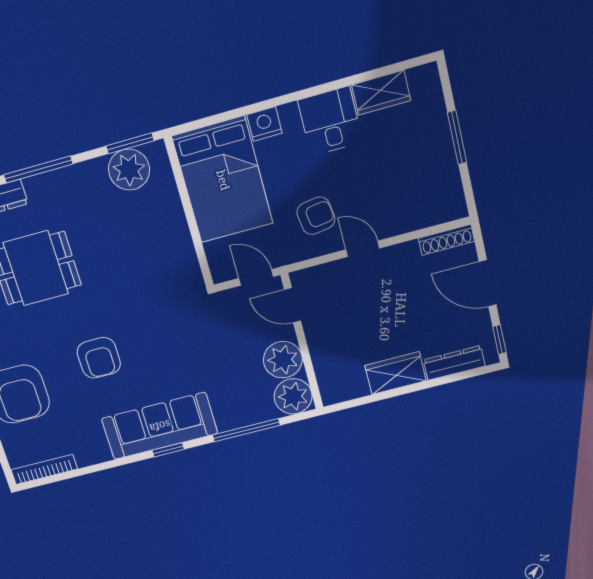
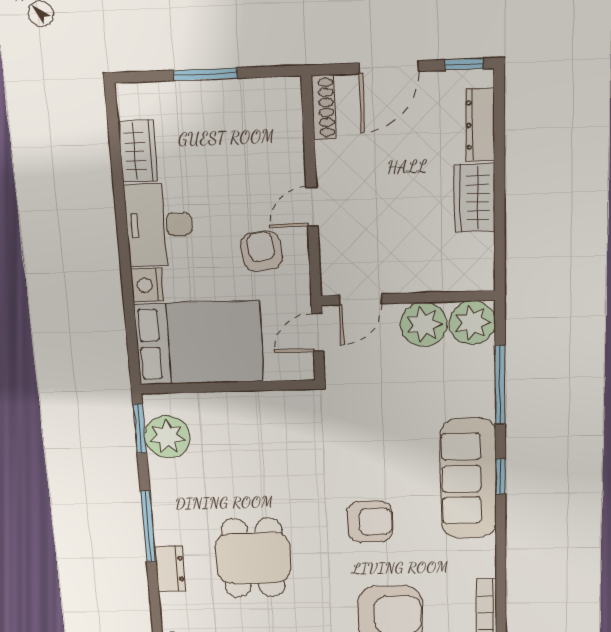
desk: (330, 121) -> (159, 225), width x1.37

